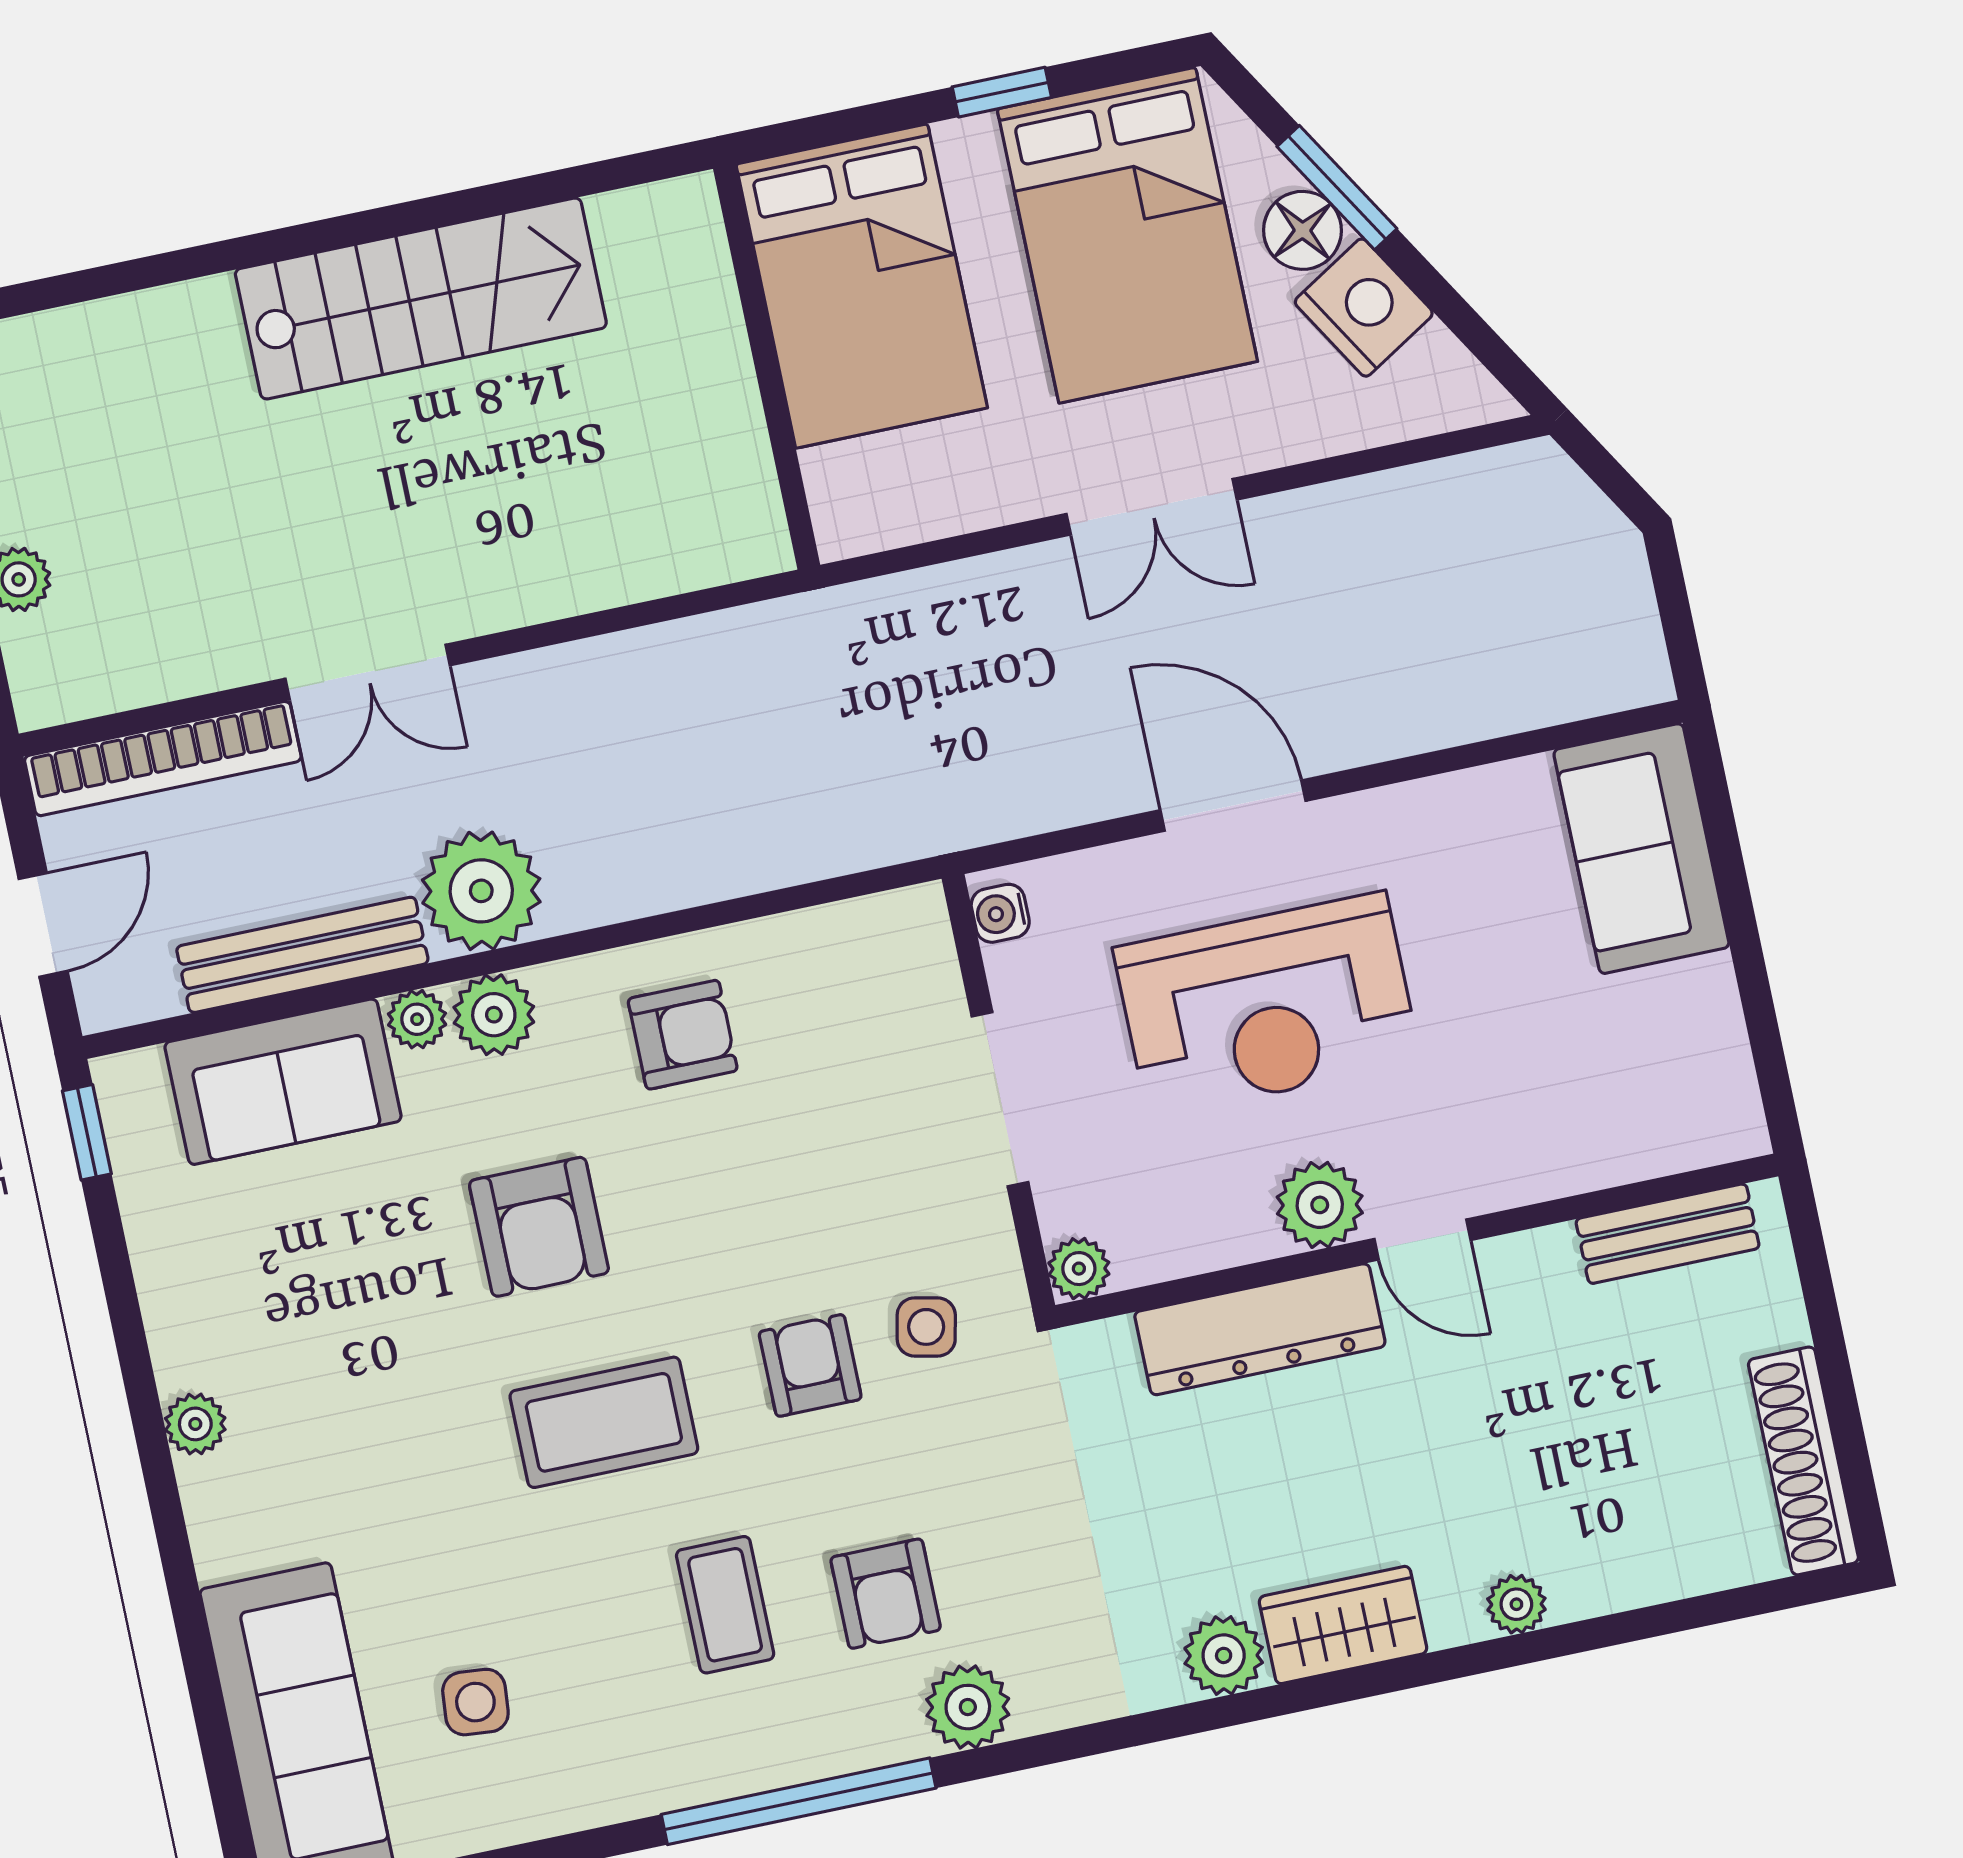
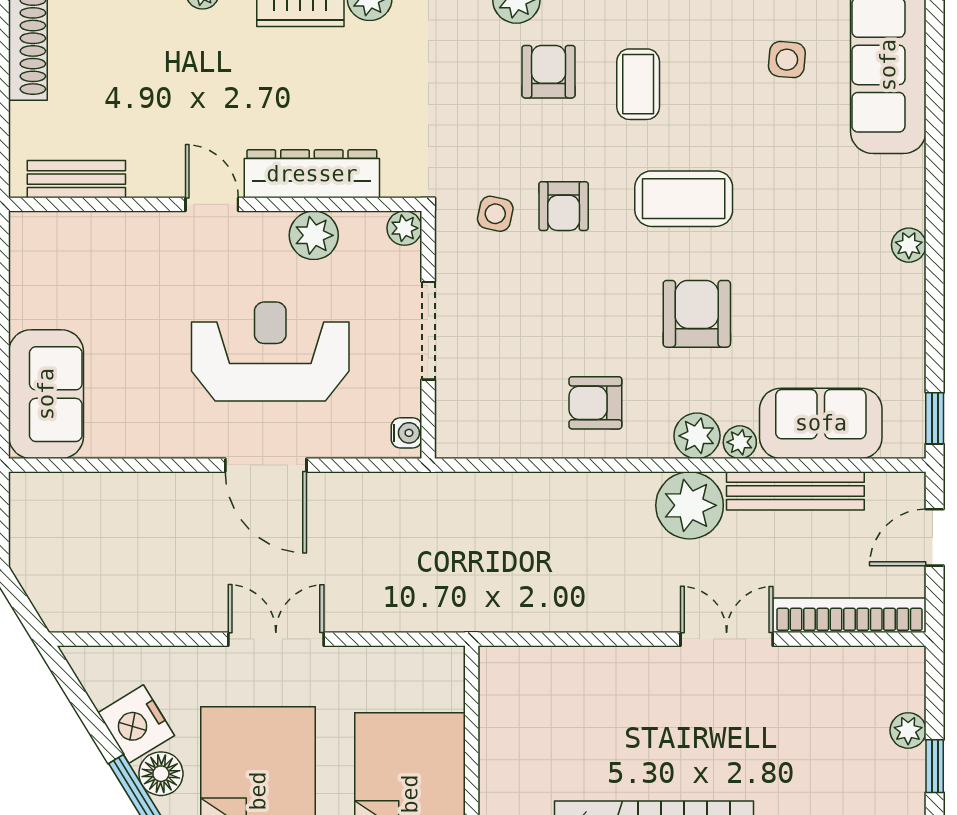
plant: (1320, 1205) -> (314, 235), moved

